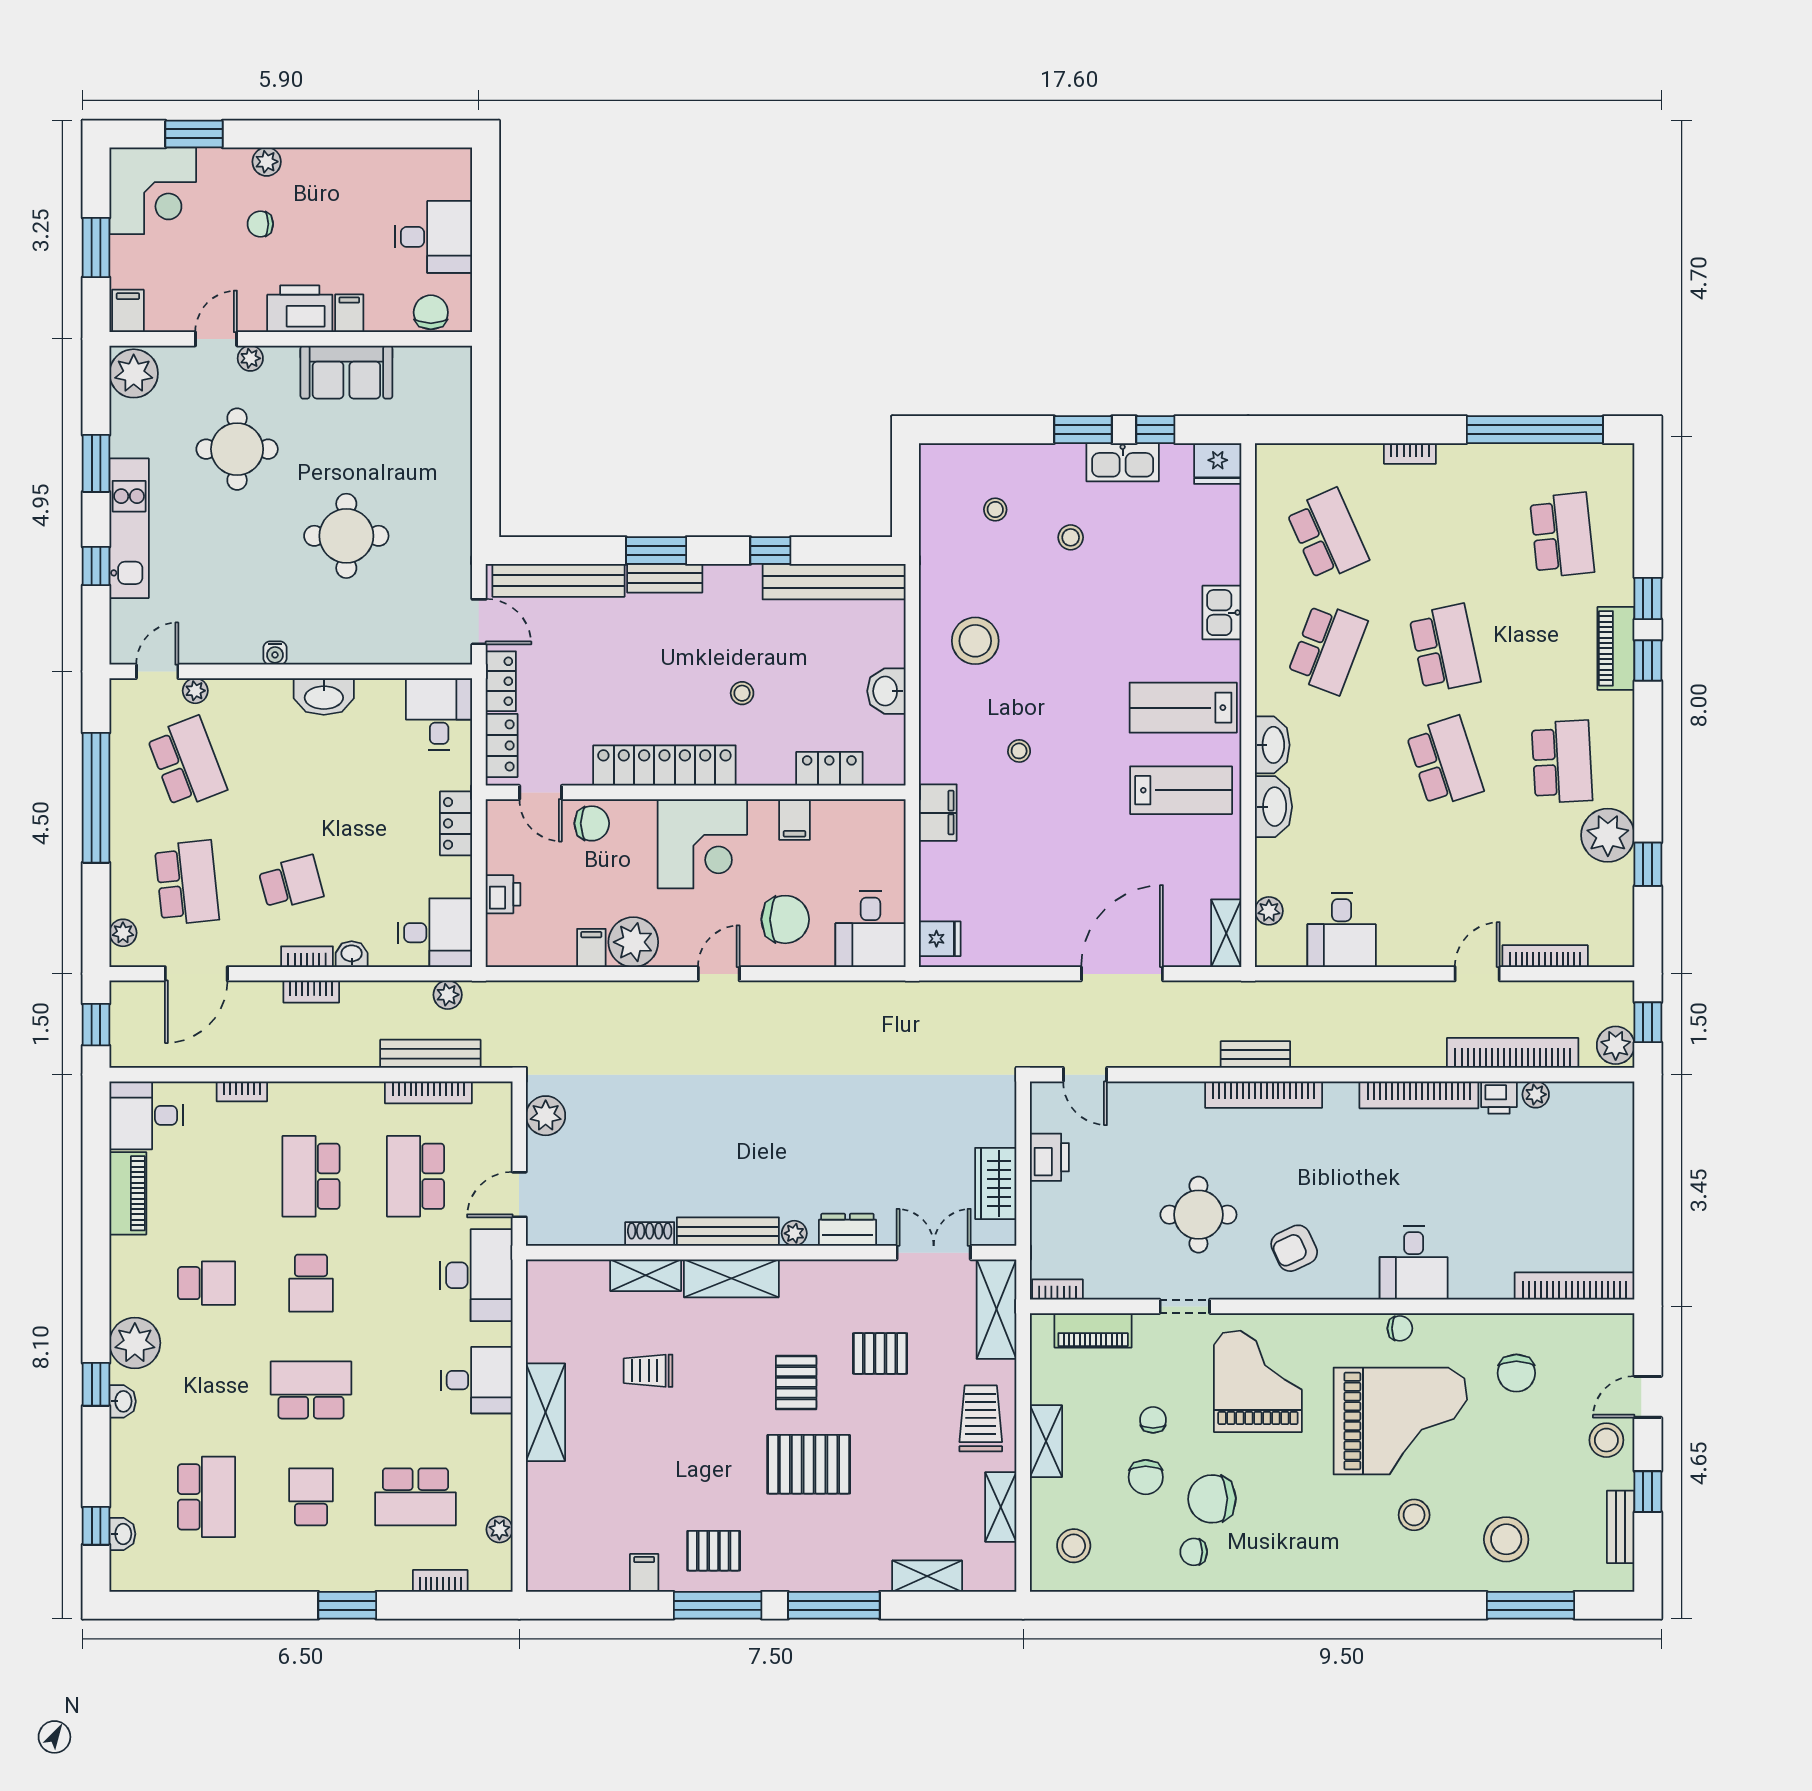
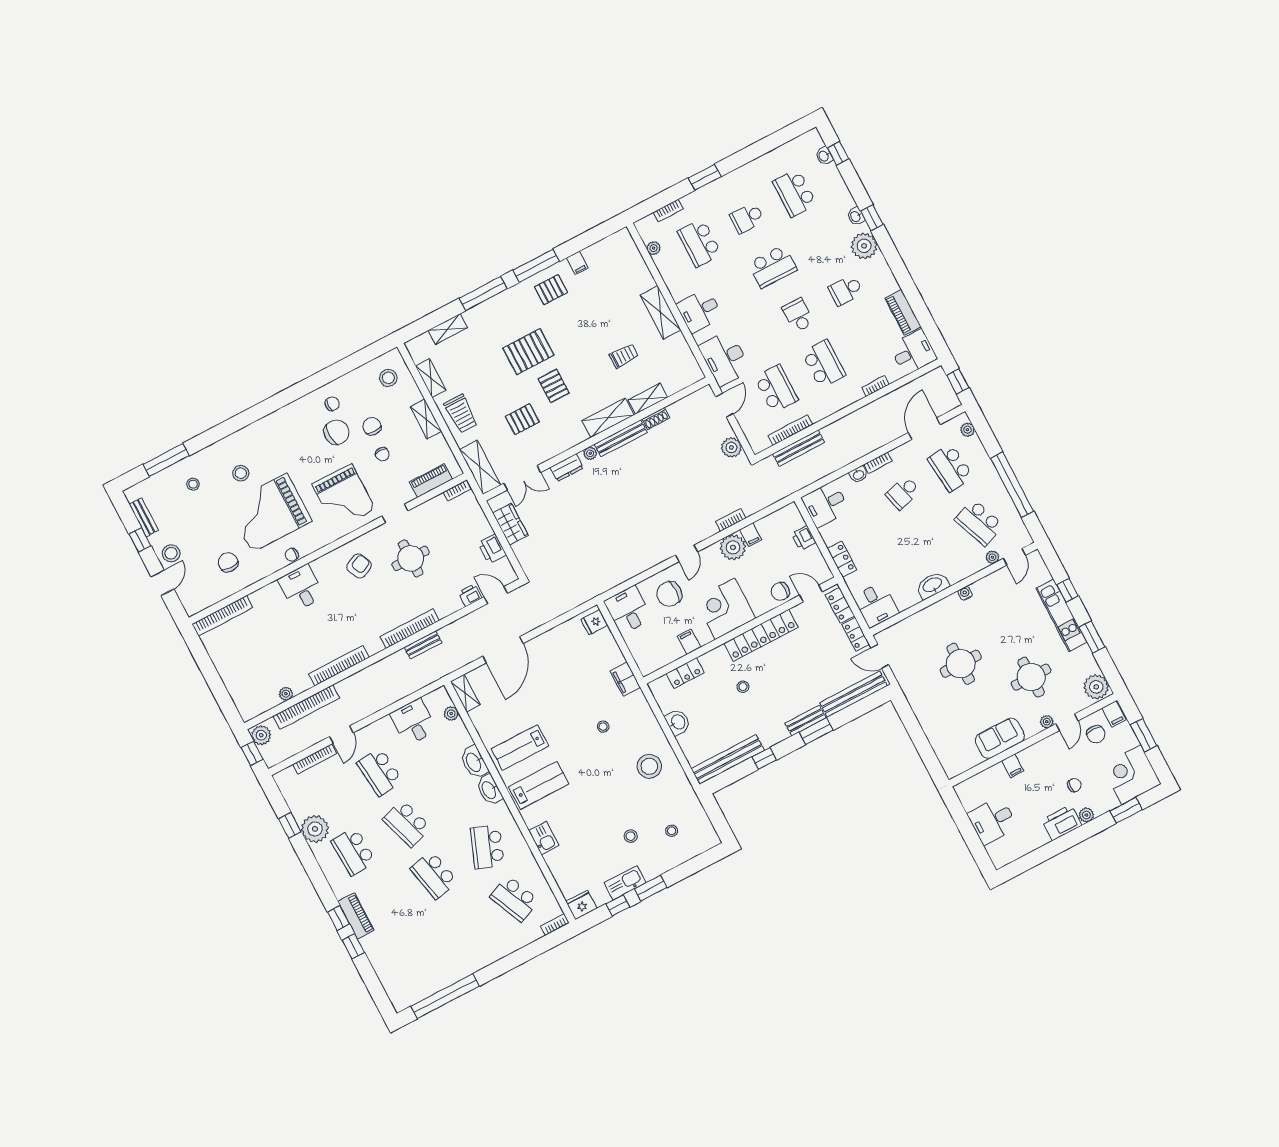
printer: (300, 309) -> (1062, 823), moved, turned 180
chair: (431, 312) -> (1096, 734), moved
bookcase: (1410, 453) -> (555, 925), moved
school desk: (1562, 535) -> (380, 772), moved
bookcase: (311, 992) -> (731, 520), moved
plant: (448, 995) -> (805, 479), removed
printer: (1499, 1097) -> (470, 595), moved
school desk: (311, 1497) -> (747, 218), turned 90
school desk: (415, 1497) -> (700, 243), turned -90
stool: (1506, 1539) -> (193, 484), width x0.53, depth x0.53

